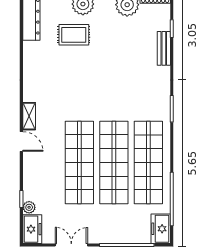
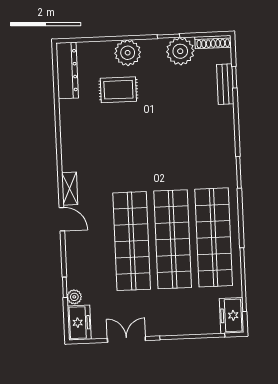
bench: (164, 48) -> (225, 84), moved

